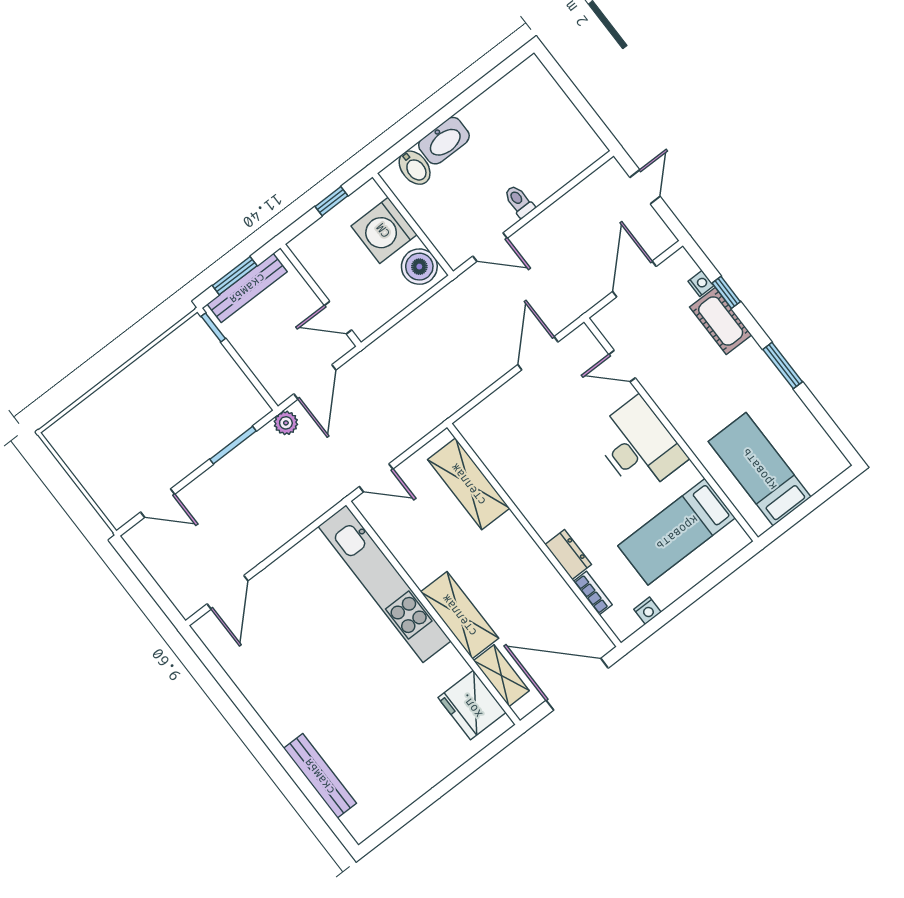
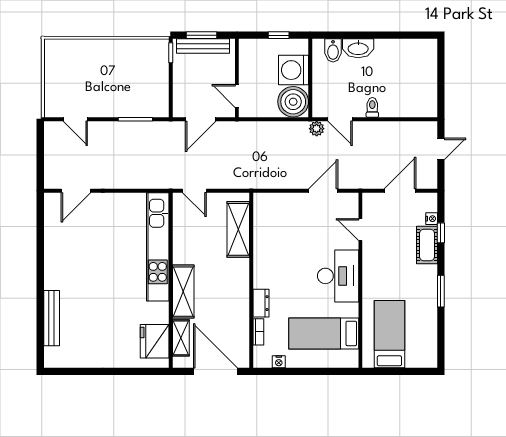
boiler: (419, 267) -> (293, 102), width x1.37, depth x1.37
plant: (286, 423) -> (317, 129), moved

